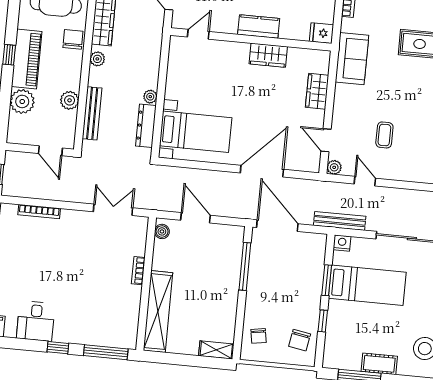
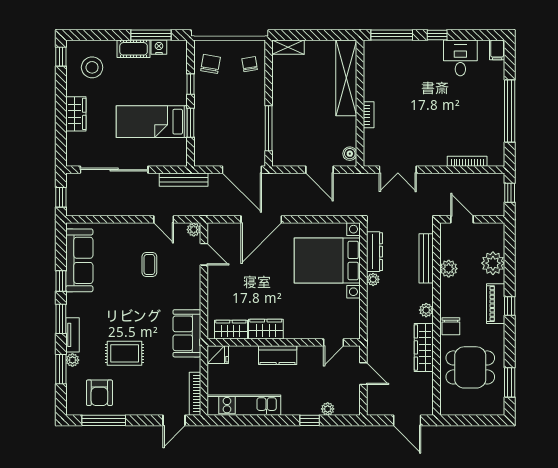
piano: (27, 59) -> (496, 304), width x0.73, depth x0.75
wardrobe: (317, 91) -> (231, 330), moved, turned -90
bed with nightstands: (196, 132) -> (327, 260), width x1.36
nightstand: (342, 243) -> (159, 47), moved, turned 180

